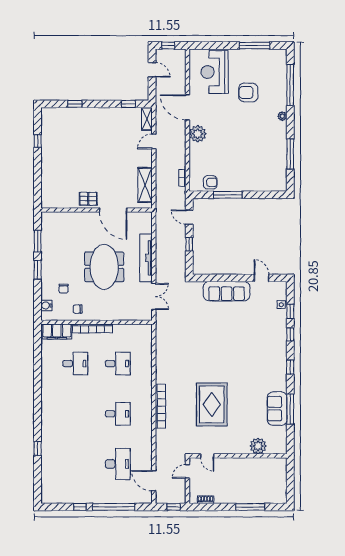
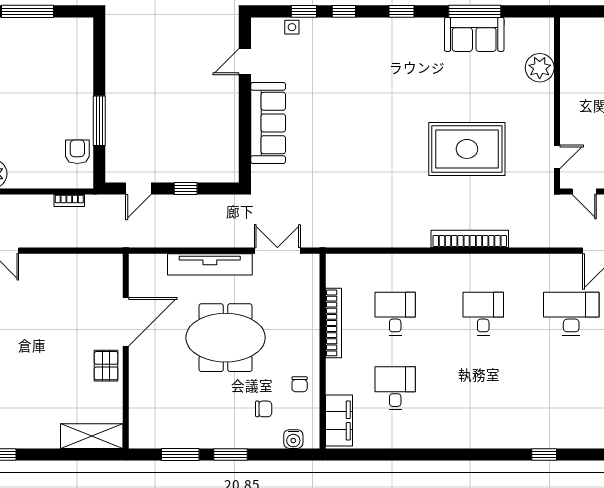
shelving: (145, 185) -> (92, 436), moved
bookcase: (92, 328) -> (334, 323), moved

